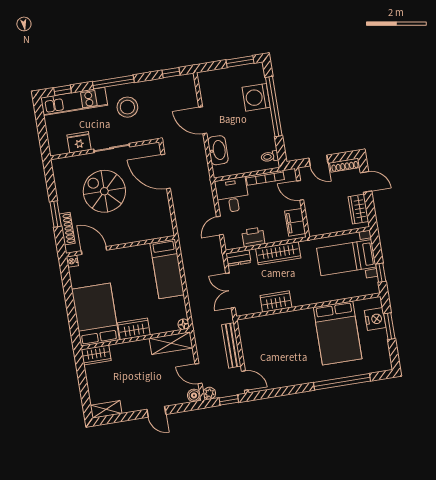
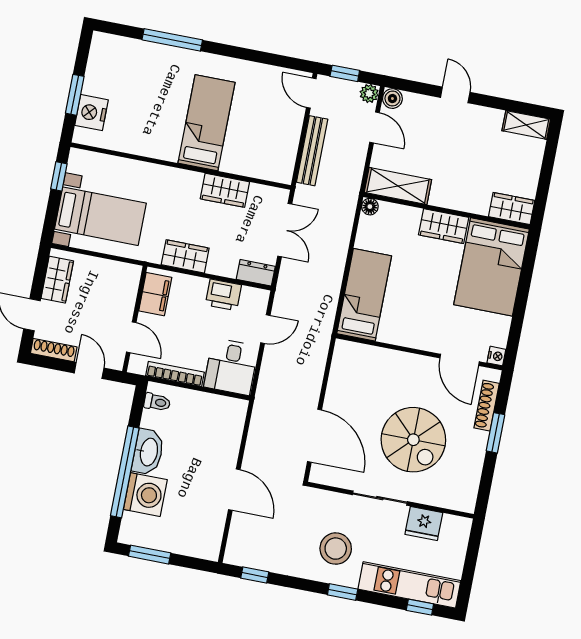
window: (113, 82) -> (343, 592), width x0.46
washbasin: (218, 150) -> (148, 452), moved, turned 180
wardrobe: (278, 253) -> (185, 256), width x0.67
bed: (338, 333) -> (206, 123), moved, width x0.67
window: (342, 382) -> (172, 40), width x0.68

